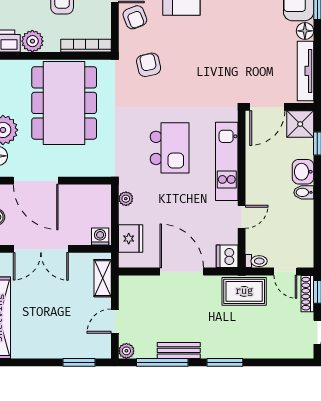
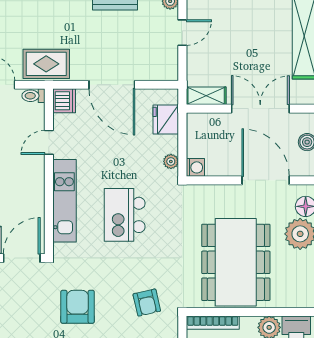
armchair: (214, 61) -> (78, 307), added
washing machine: (100, 236) -> (195, 167), moved, turned -90
shelving: (103, 278) -> (206, 96), moved, turned 90

